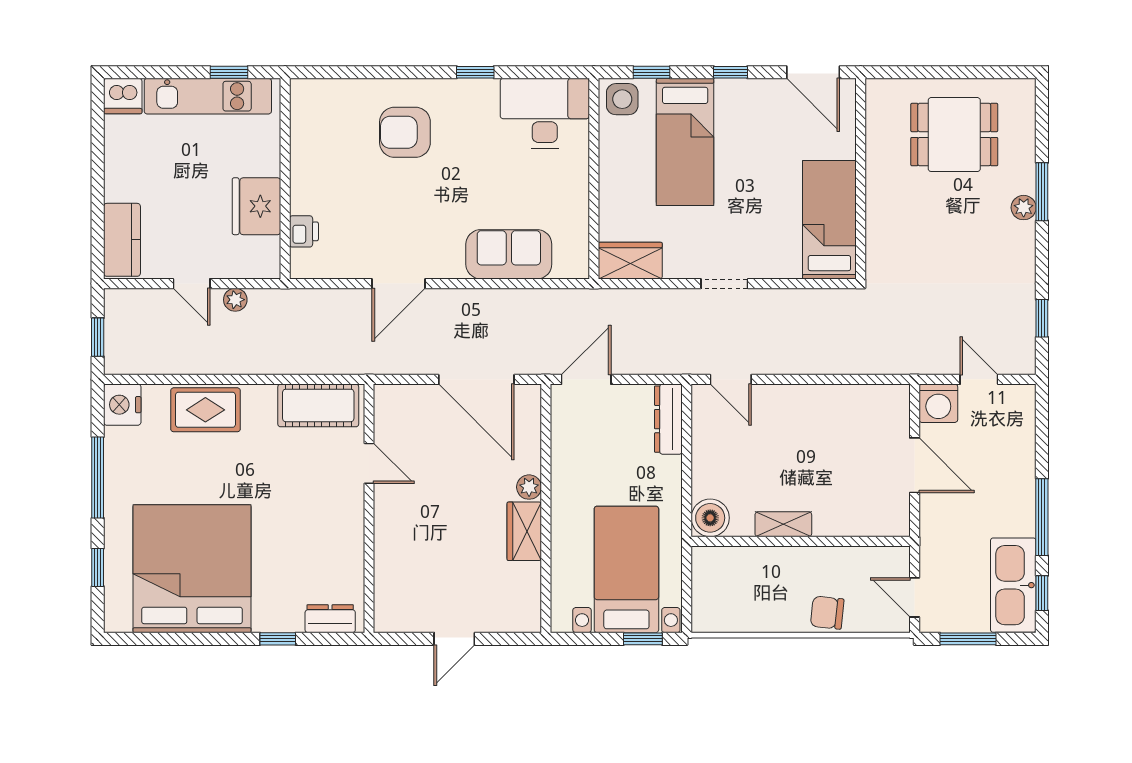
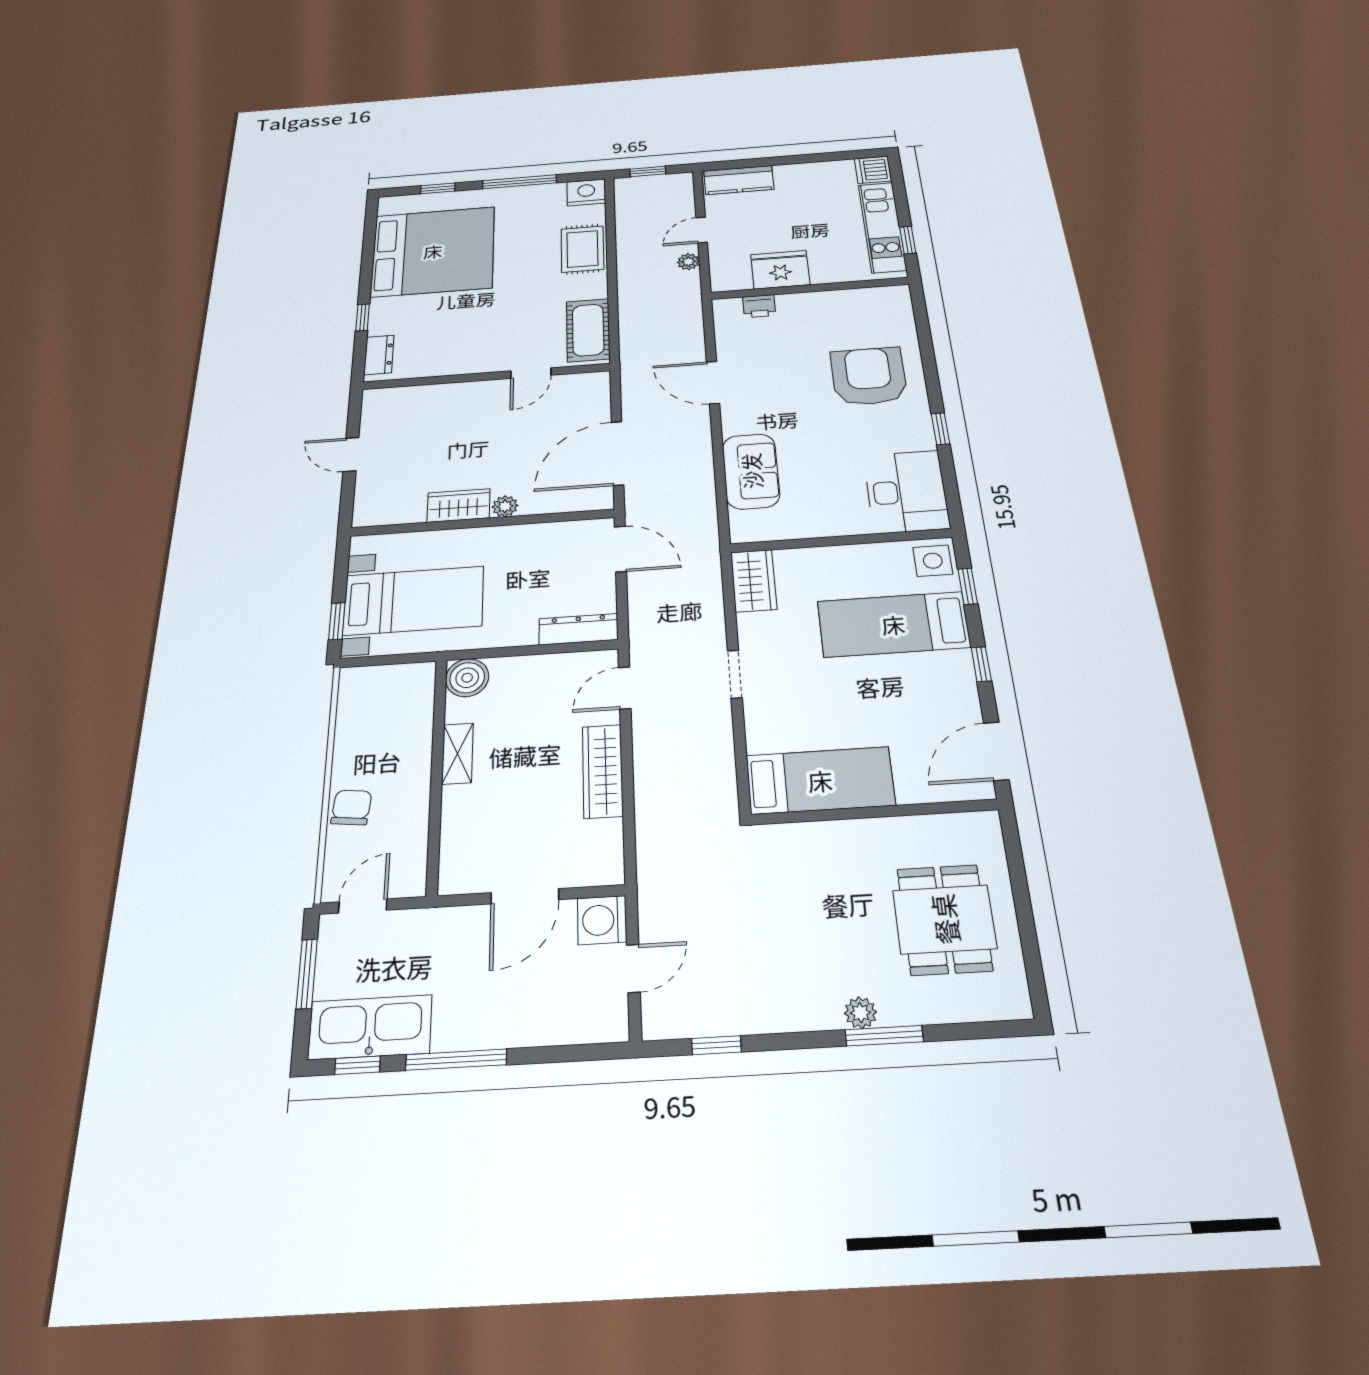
armchair: (405, 132) -> (869, 376), width x1.36, depth x1.36
wardrobe: (808, 400) -> (603, 771), added

